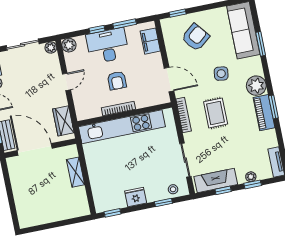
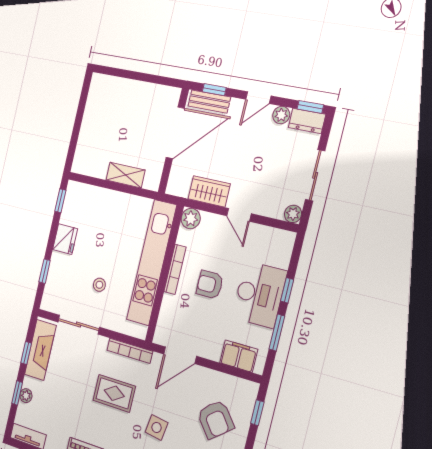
plant: (69, 45) -> (191, 219), moved
wardrobe: (63, 121) -> (209, 191), moved
stool: (173, 189) -> (99, 285), moved

